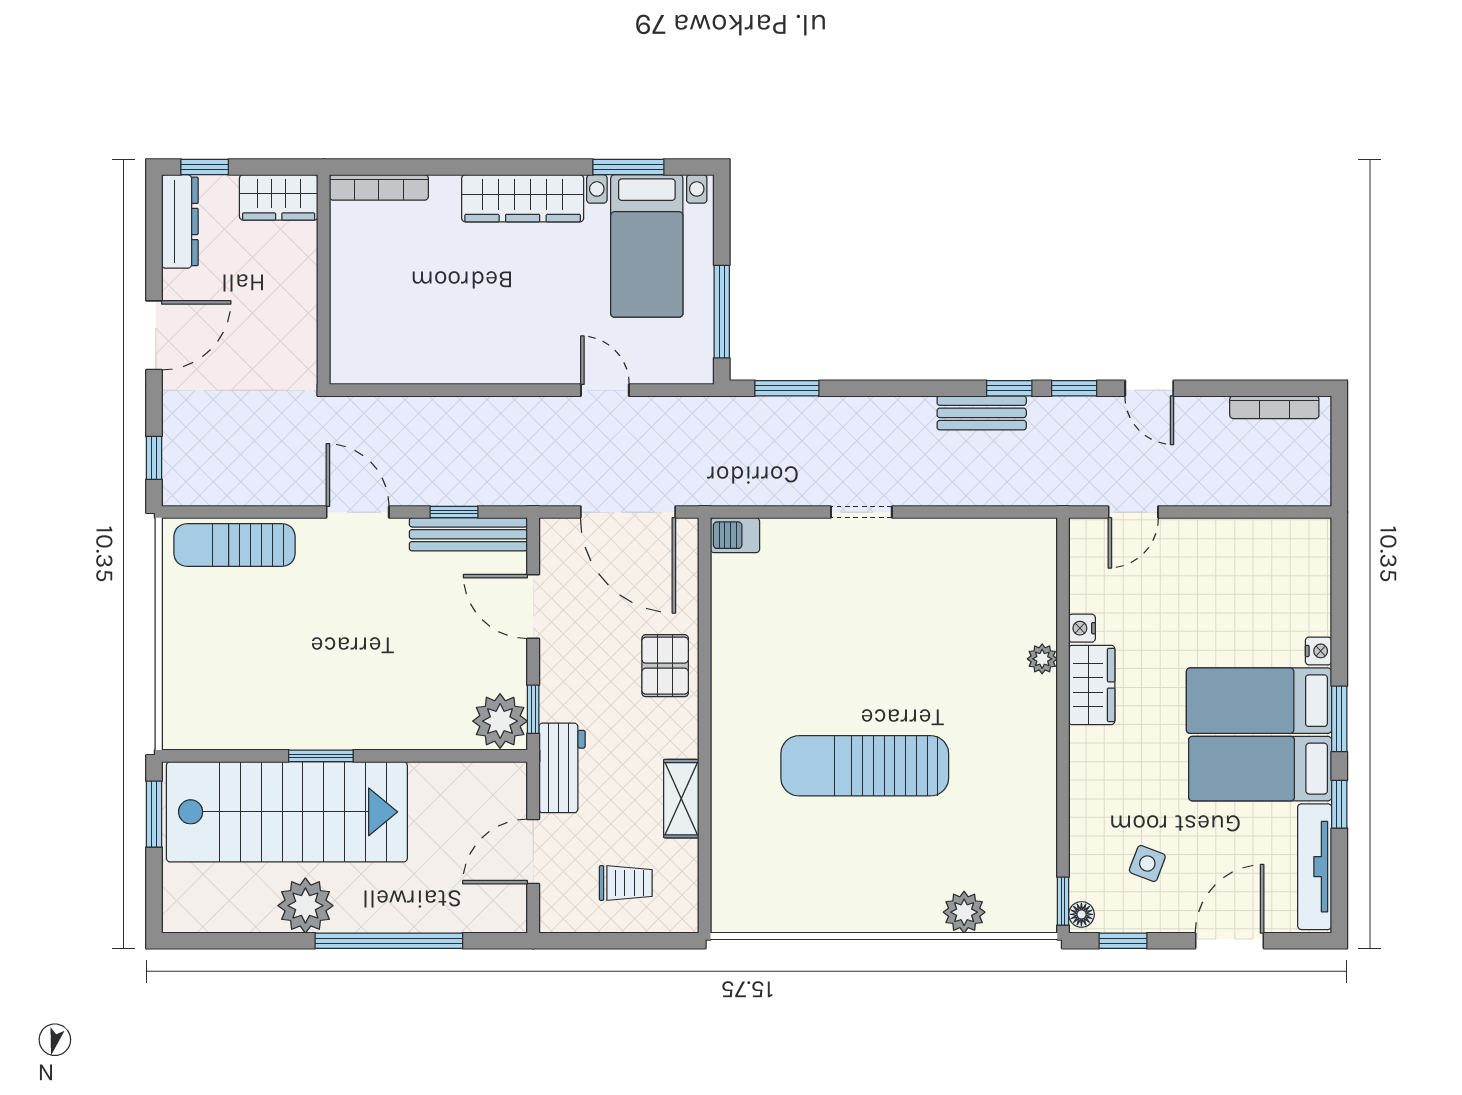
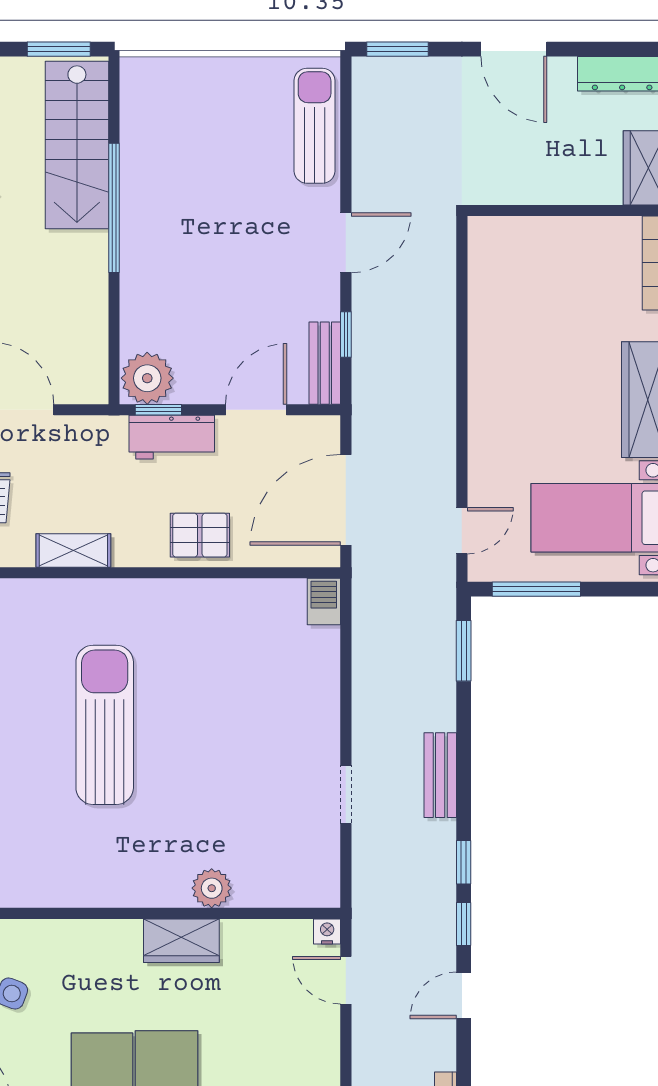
door: (605, 390) -> (462, 531), moved
bench: (982, 413) -> (440, 775), moved
window: (154, 458) -> (397, 49), width x1.50
doorway: (861, 512) -> (346, 794), moved
bench: (468, 534) -> (325, 363), width x0.73
nightstand: (1082, 628) -> (327, 931), moved
plant: (1042, 659) -> (212, 888), width x1.38, depth x1.38
window: (321, 756) -> (114, 208), width x2.11
workbench: (562, 768) -> (172, 437), moved
stairs: (287, 812) -> (77, 145), width x0.73, depth x0.66

